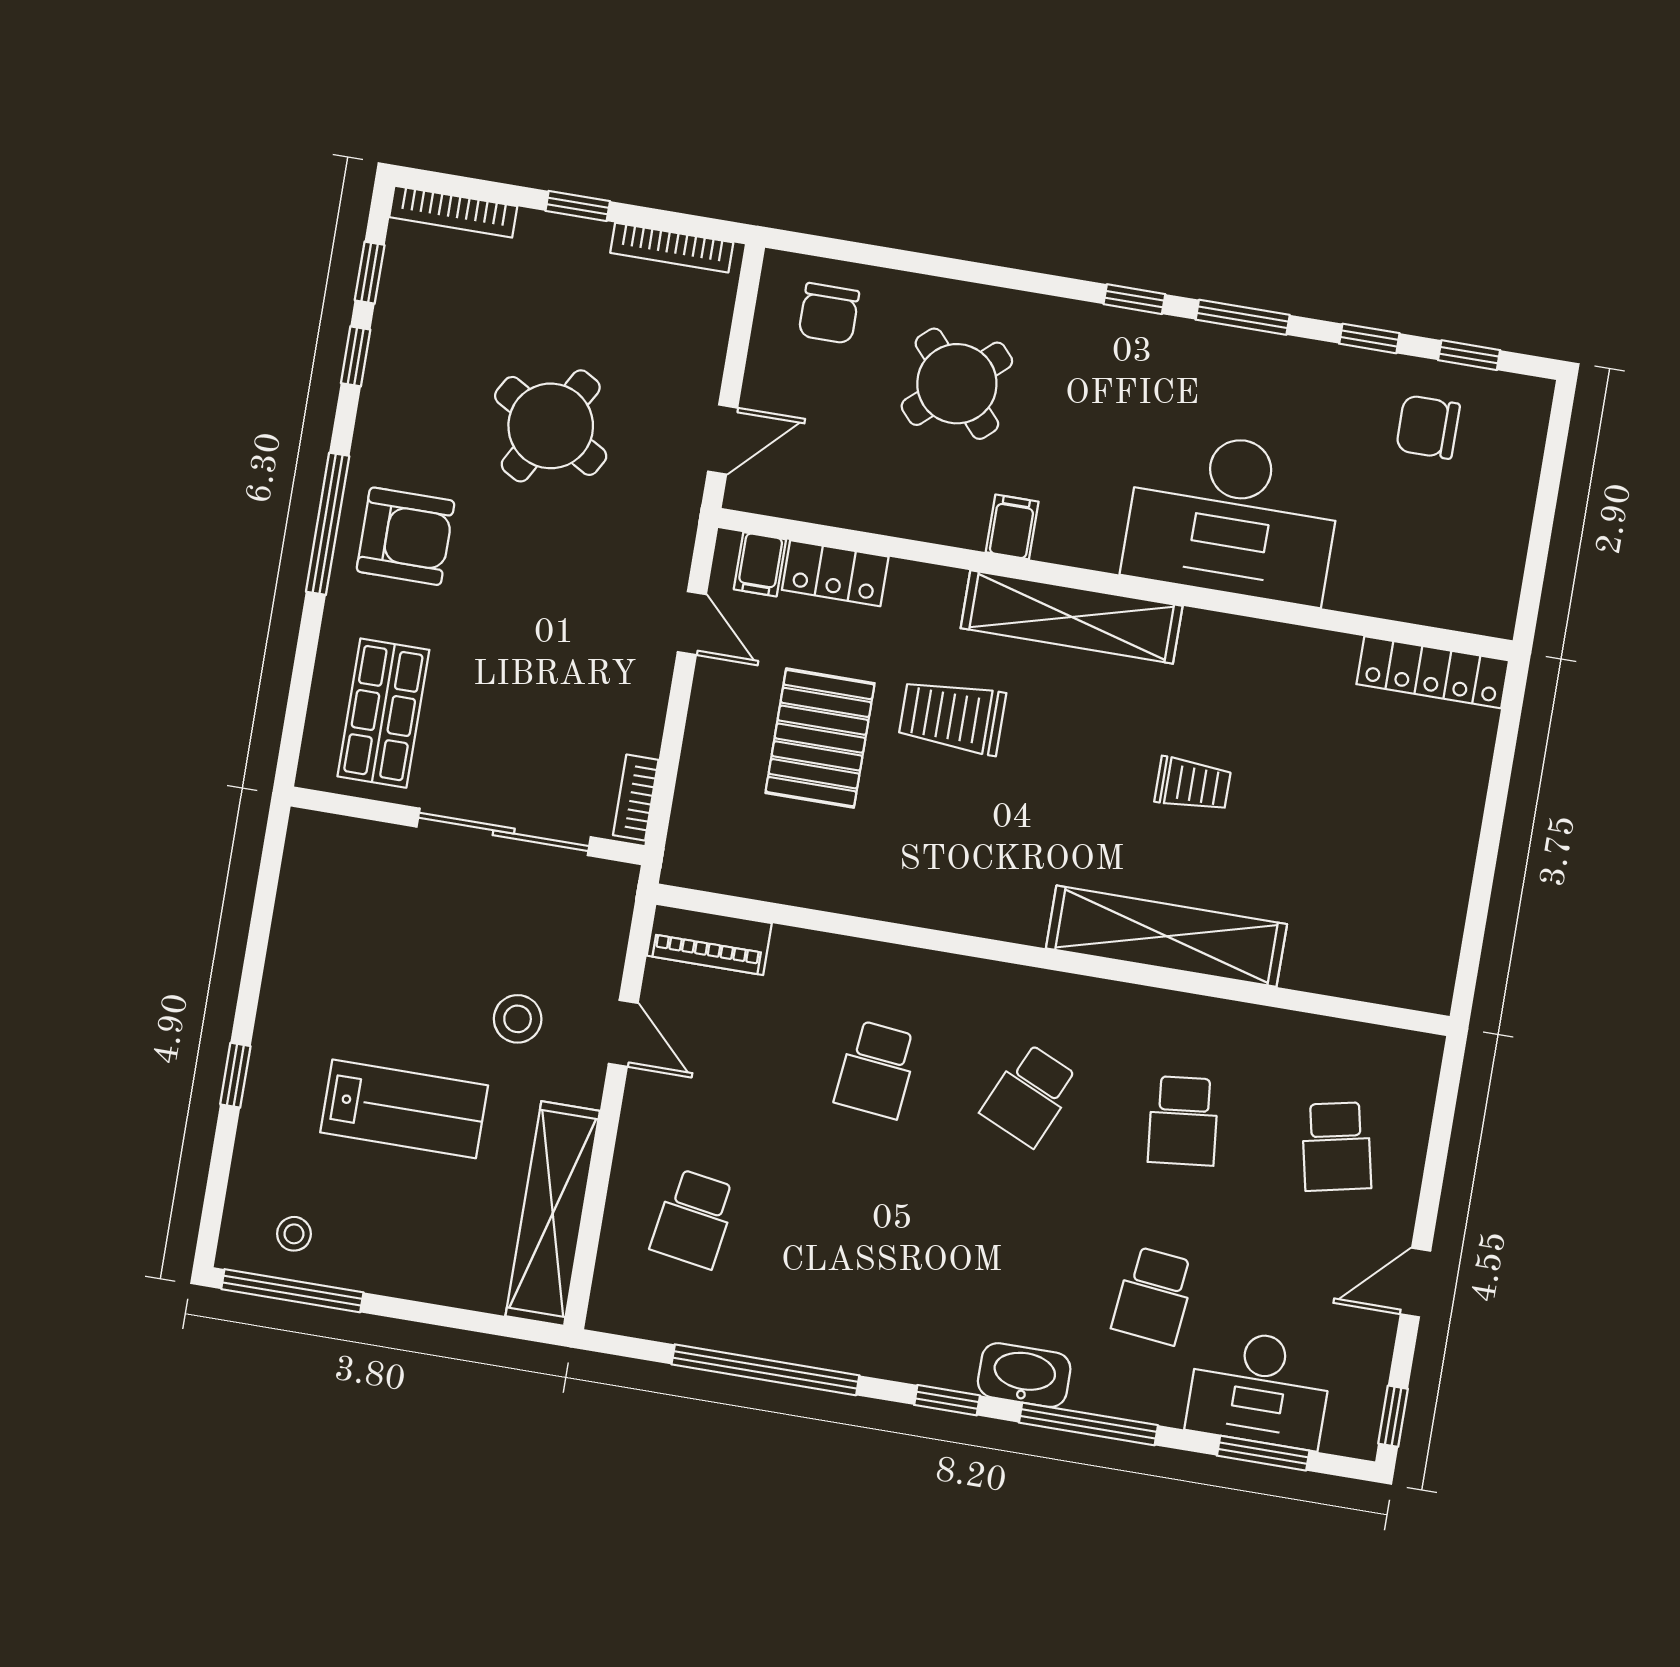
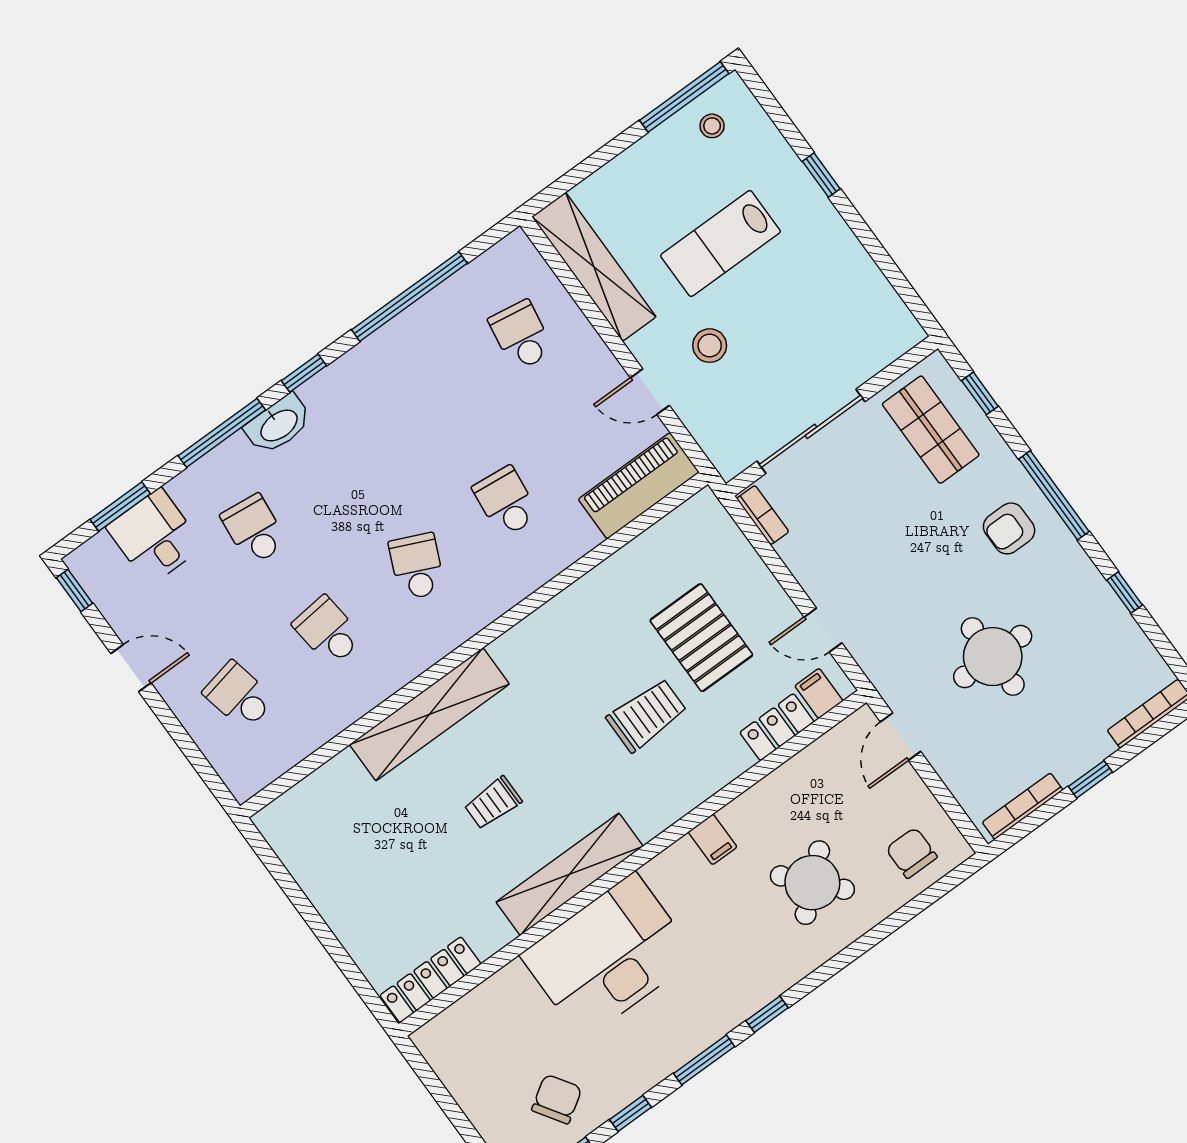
window: (370, 273) -> (980, 393), moved
round table: (551, 426) -> (993, 657), turned -30
chair: (1428, 427) -> (557, 1099), turned -33
armchair: (405, 536) -> (1009, 528), width x0.72, depth x0.72
shelving: (1072, 617) -> (570, 874), moved
piano: (709, 939) -> (639, 486), width x1.37, depth x1.33
door: (1415, 1282) -> (131, 668), hinge flipped
desk: (1259, 1388) -> (155, 537), width x0.73

